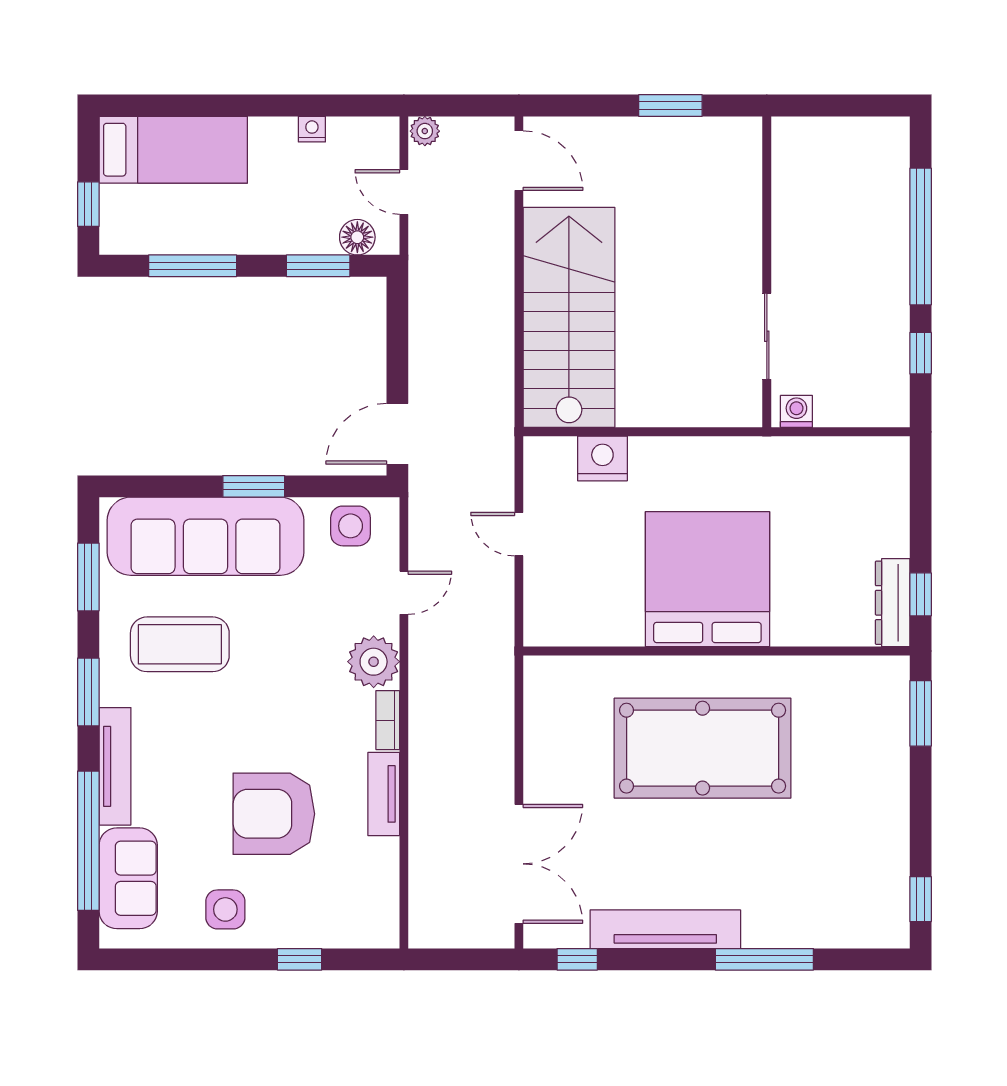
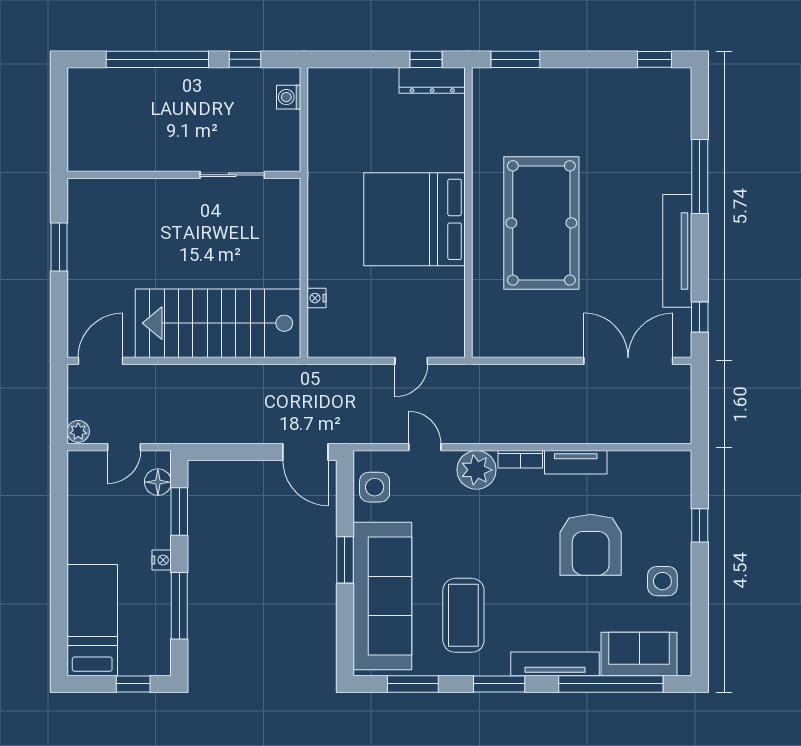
nightstand: (312, 129) -> (162, 560), moved, turned 180
washing machine: (796, 411) -> (289, 97), moved
nightstand: (602, 458) -> (317, 298), width x0.53, depth x0.56
door: (519, 534) -> (411, 361), moved

